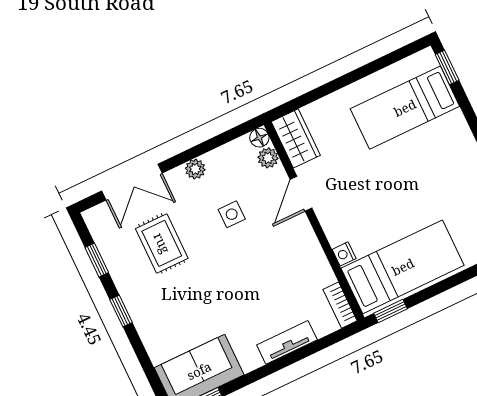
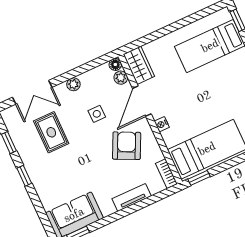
door: (301, 194) -> (142, 101), width x1.38
nightstand: (344, 254) -> (162, 124), moved
armchair: (278, 263) -> (127, 146), added

